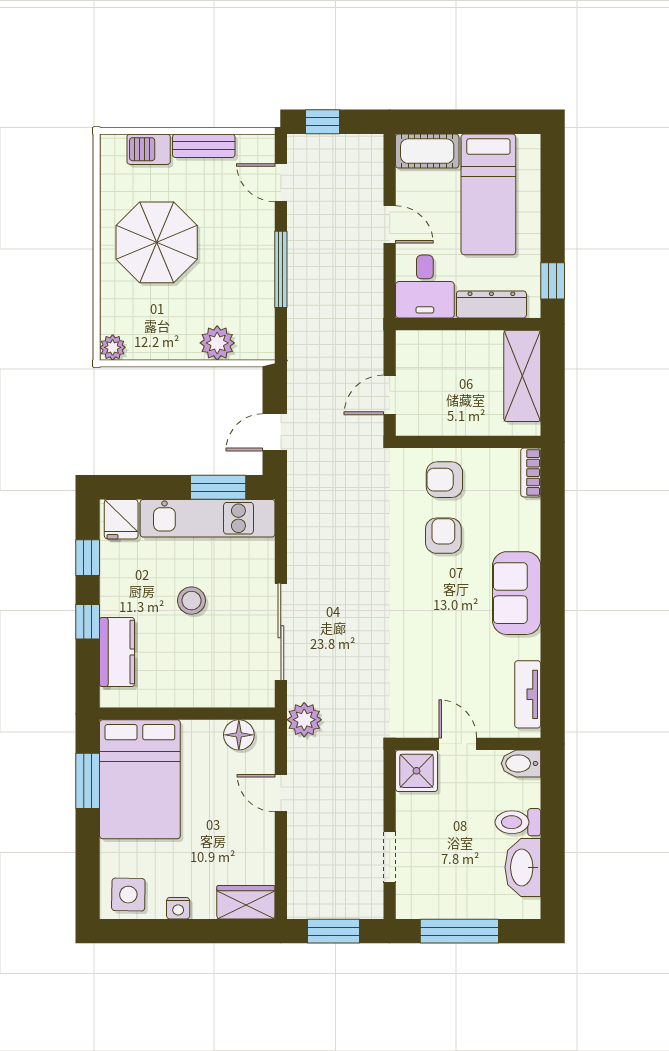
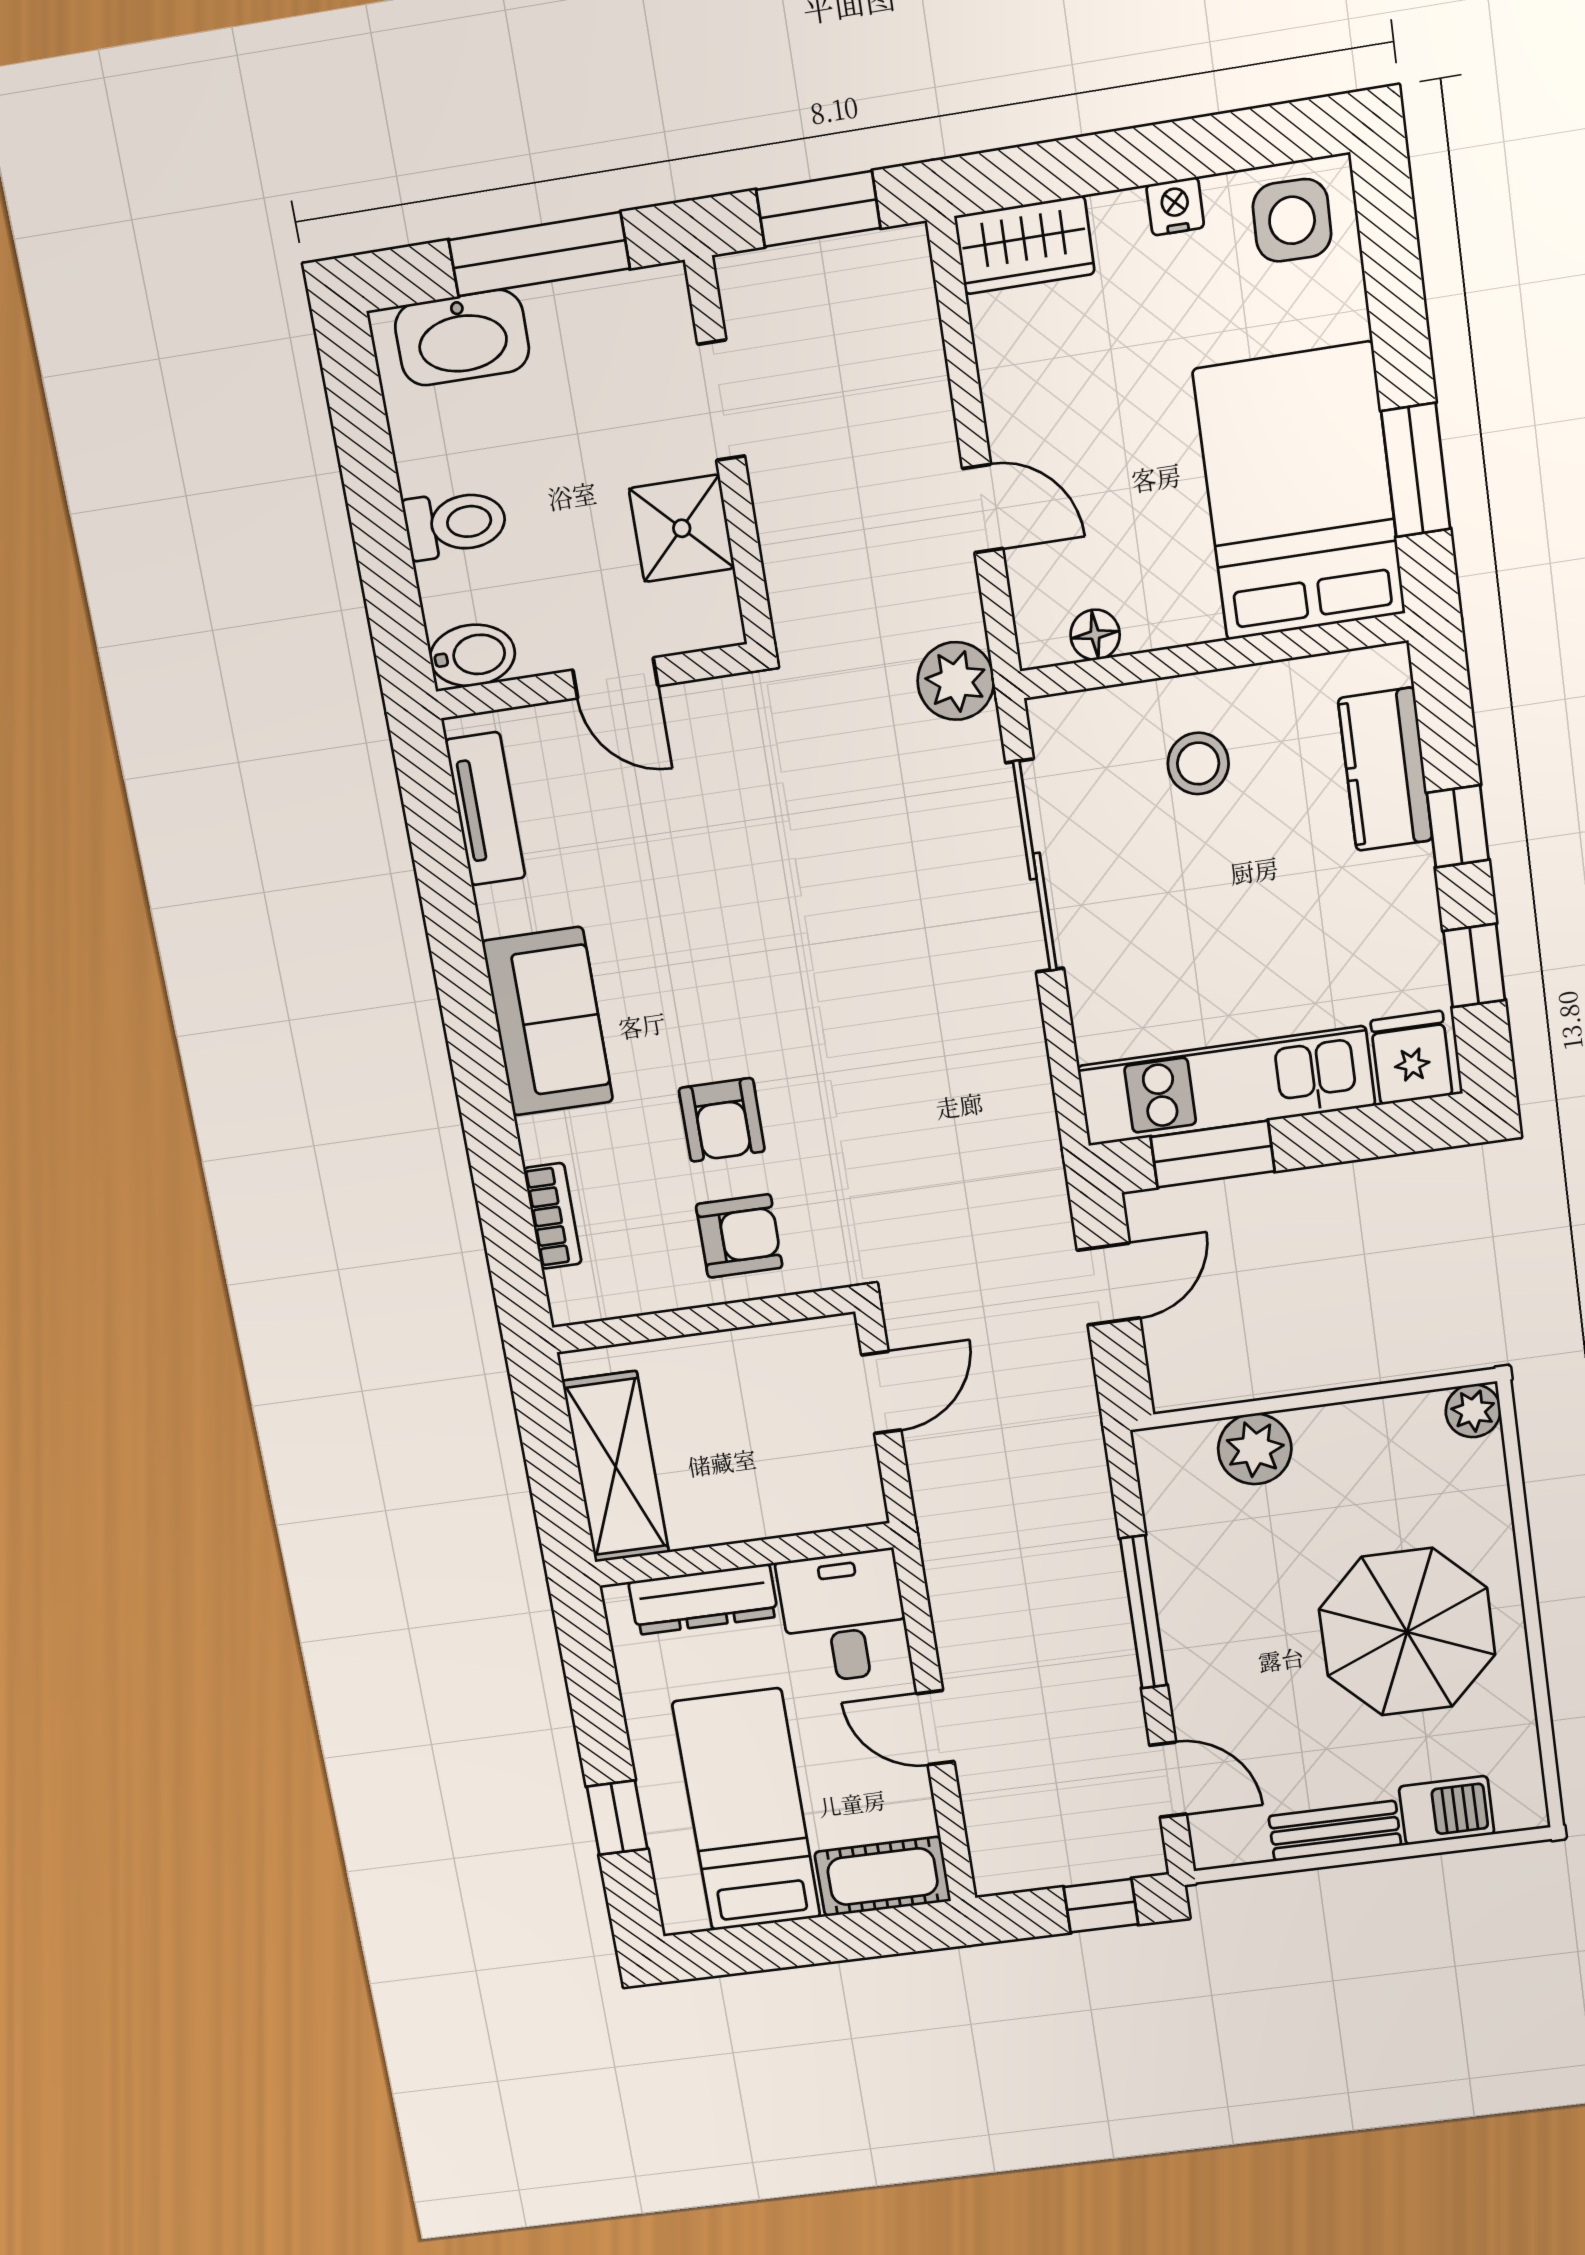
window: (553, 281) -> (617, 1818), moved
bookcase: (531, 473) -> (552, 1216), moved
stool: (191, 601) -> (1198, 763), moved
floor lamp: (239, 735) -> (1095, 635), width x0.73, depth x0.73
shower: (416, 771) -> (682, 528), moved
washbasin: (523, 867) -> (462, 338), moved, turned 90

